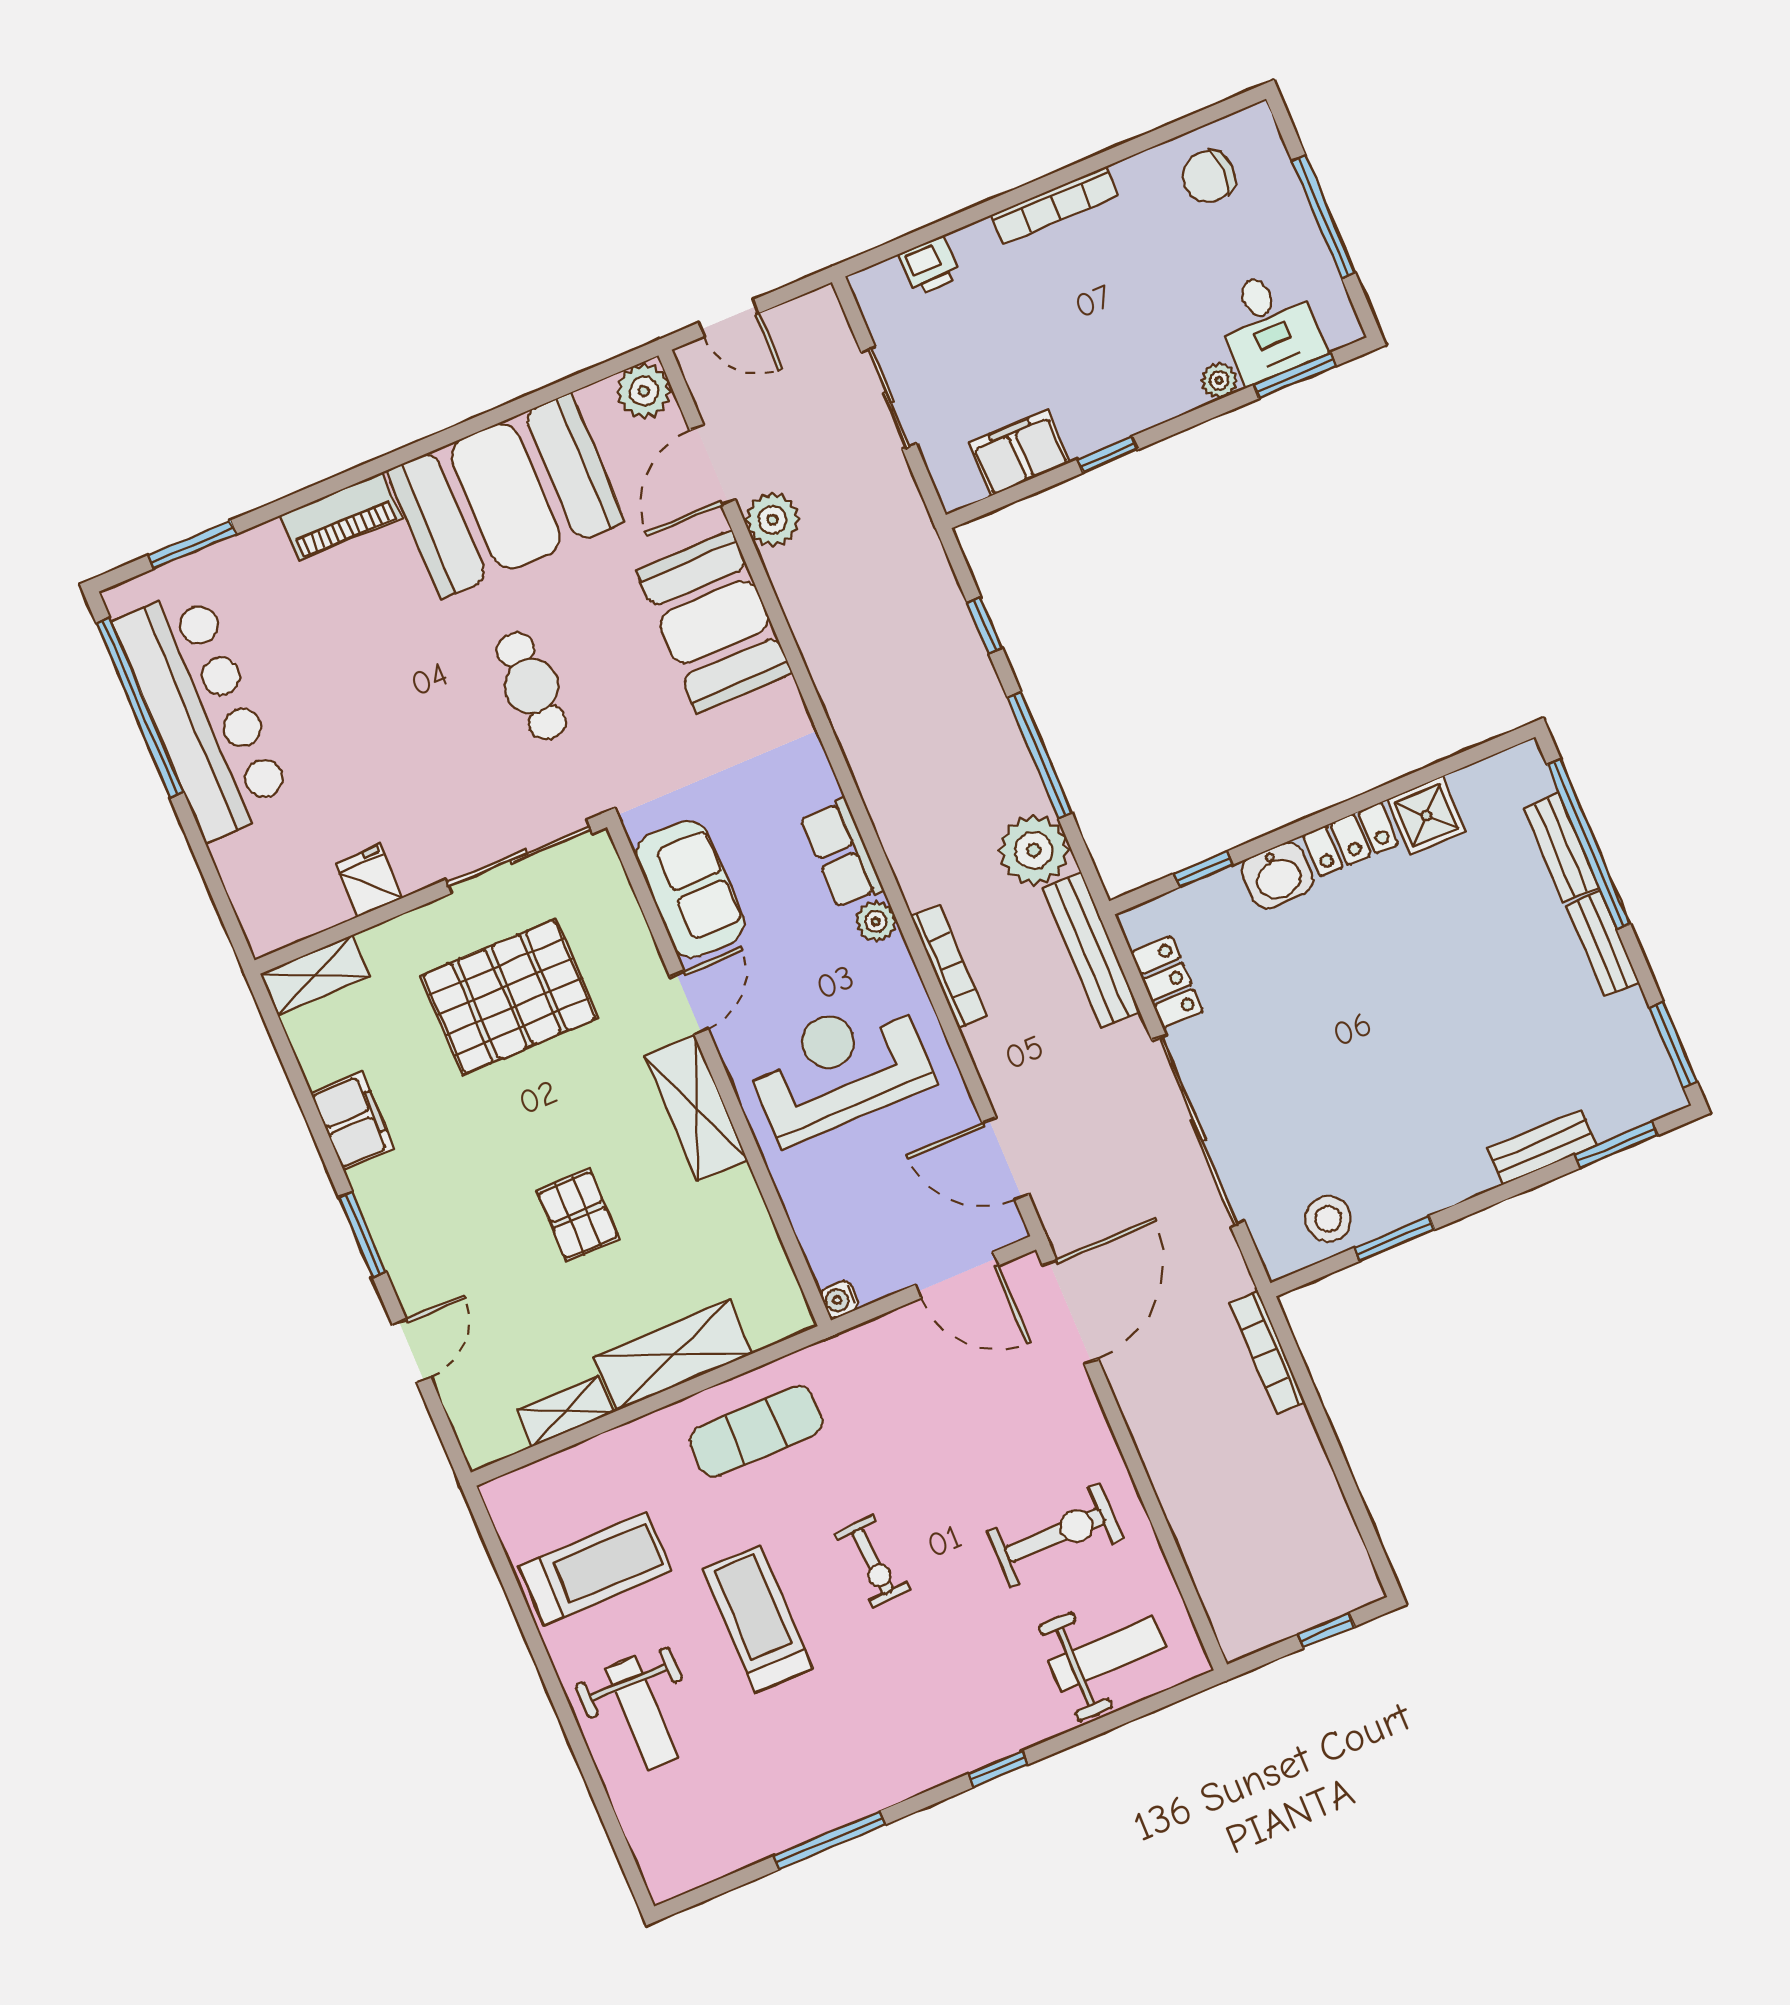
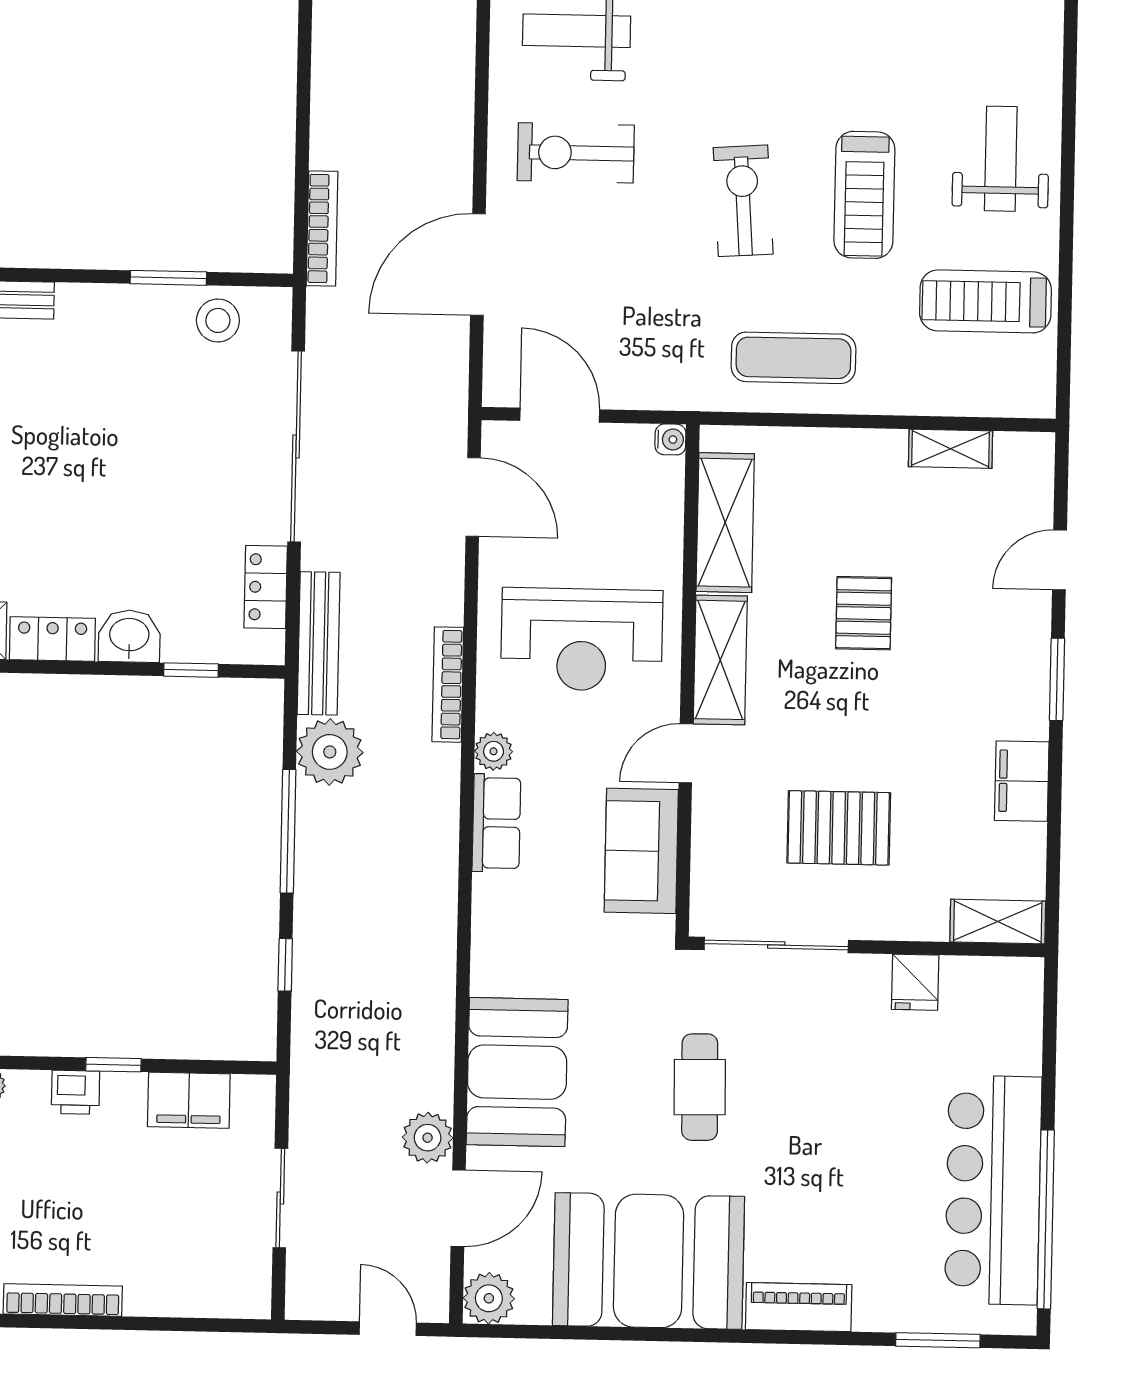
printer: (930, 266) -> (76, 1092), moved, turned 180
pallet: (509, 997) -> (839, 828), width x0.73, depth x0.71
door: (1070, 1312) -> (478, 264), moved
shelving: (673, 1355) -> (725, 523), moved, turned 90
exercise bike: (873, 1561) -> (743, 201), width x1.38, depth x1.39

